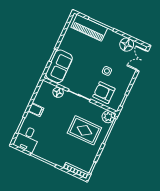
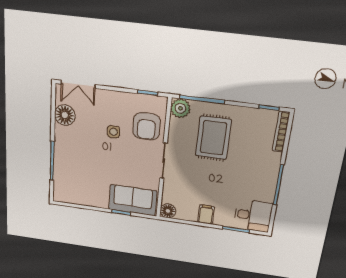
piano: (89, 28) -> (64, 175), removed
floor lamp: (58, 92) -> (168, 211), moved

